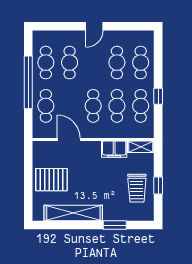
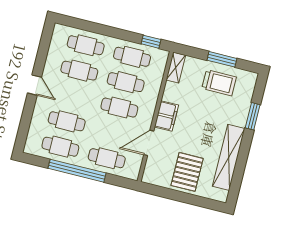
window: (158, 96) -> (151, 42), moved
filing cabinet: (114, 149) -> (166, 116), moved
window: (158, 186) -> (222, 59), width x1.50

